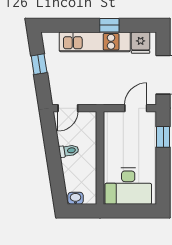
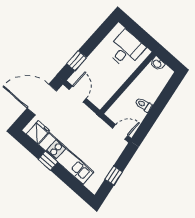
door: (136, 108) -> (78, 94), swing flipped
desk: (128, 186) -> (126, 49), width x0.73
washbasin: (76, 198) -> (157, 64), moved

